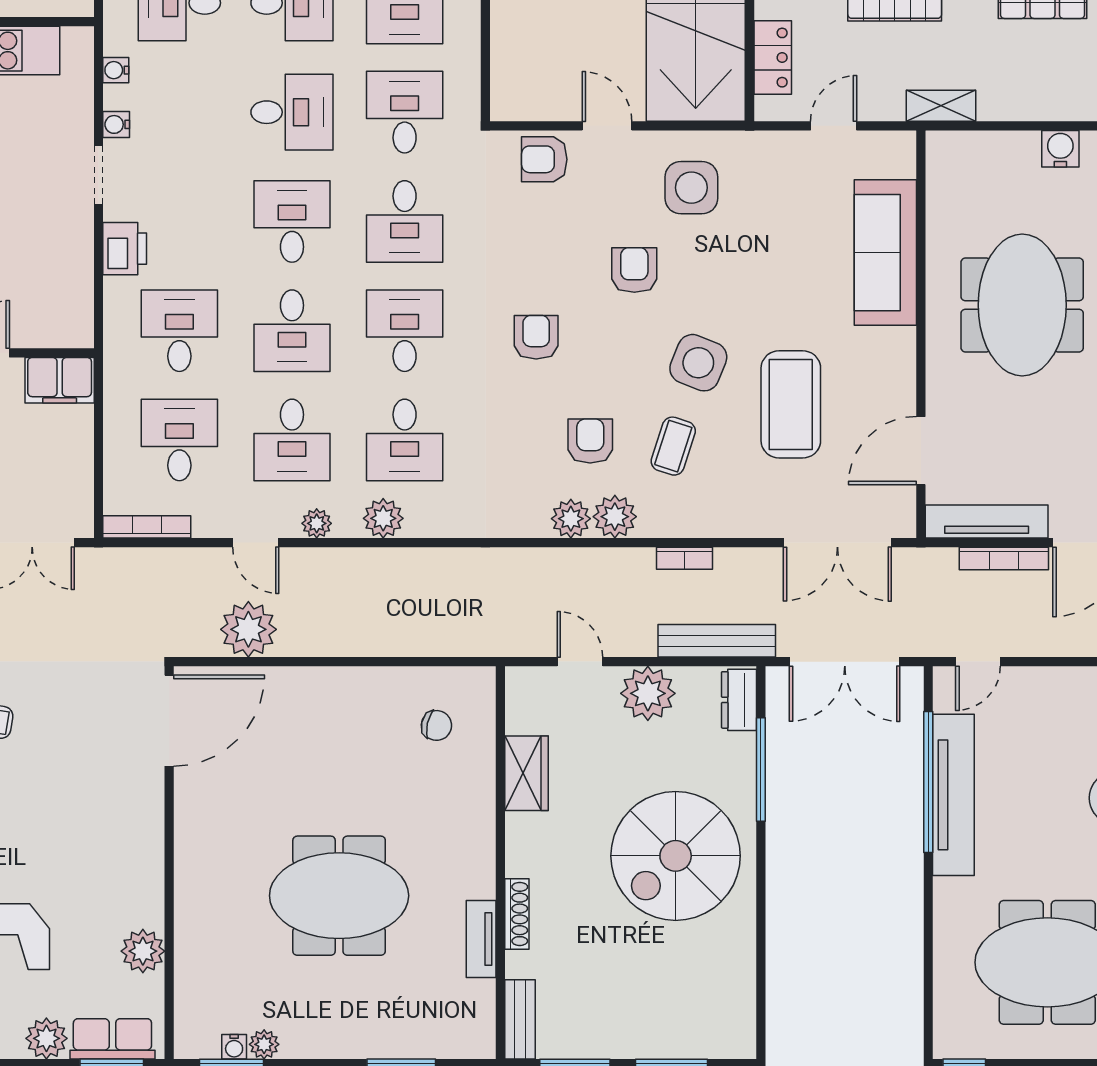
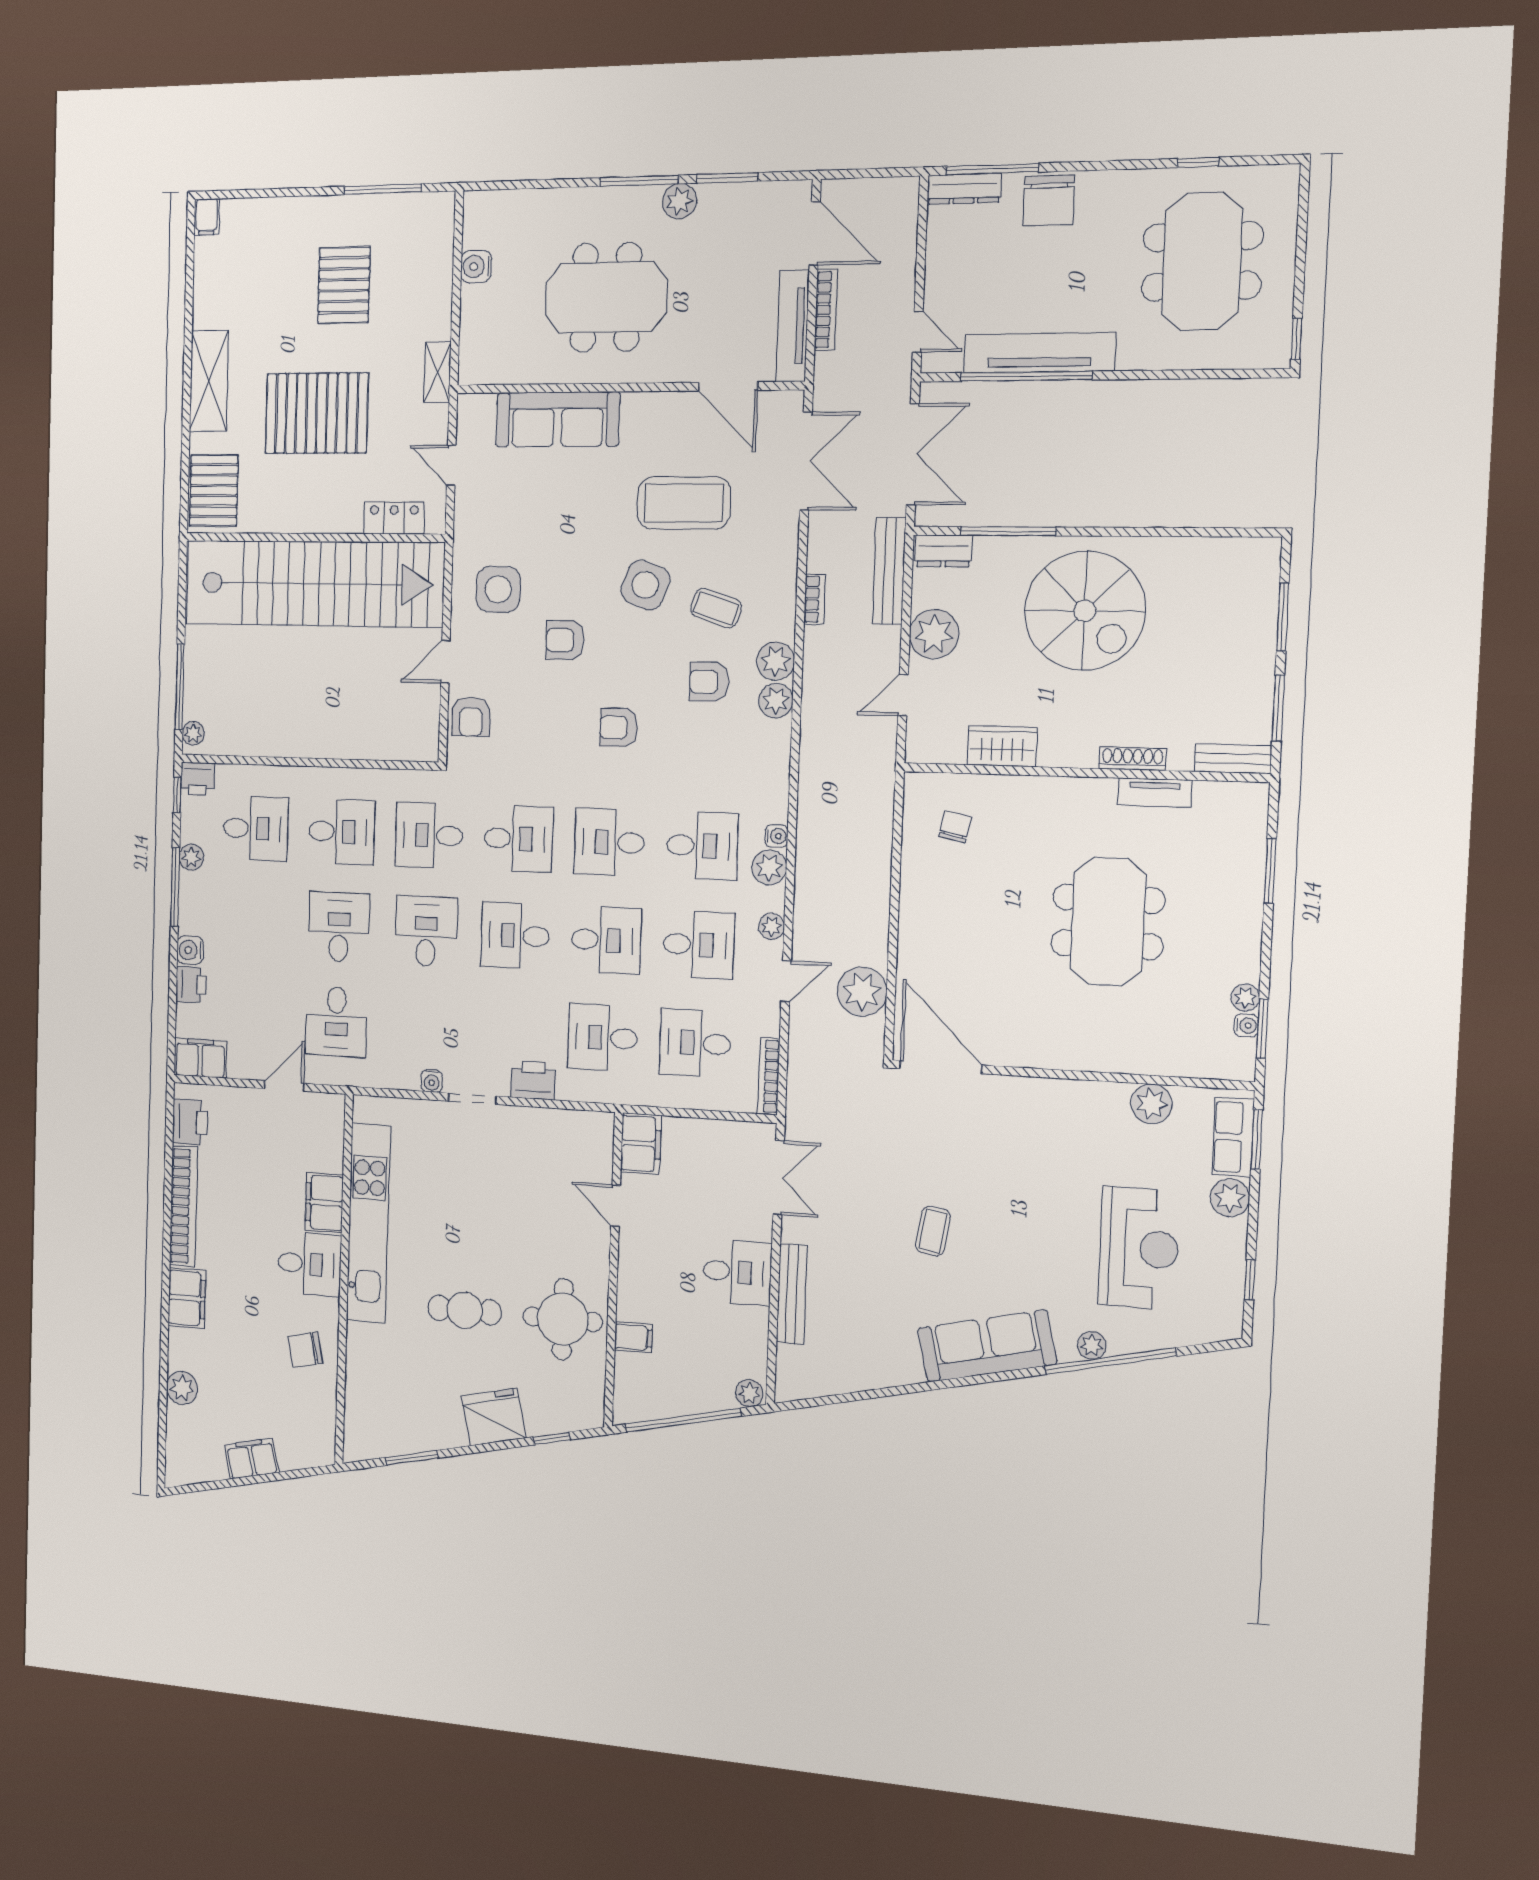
water cooler: (116, 70) -> (777, 836), moved, turned -90

